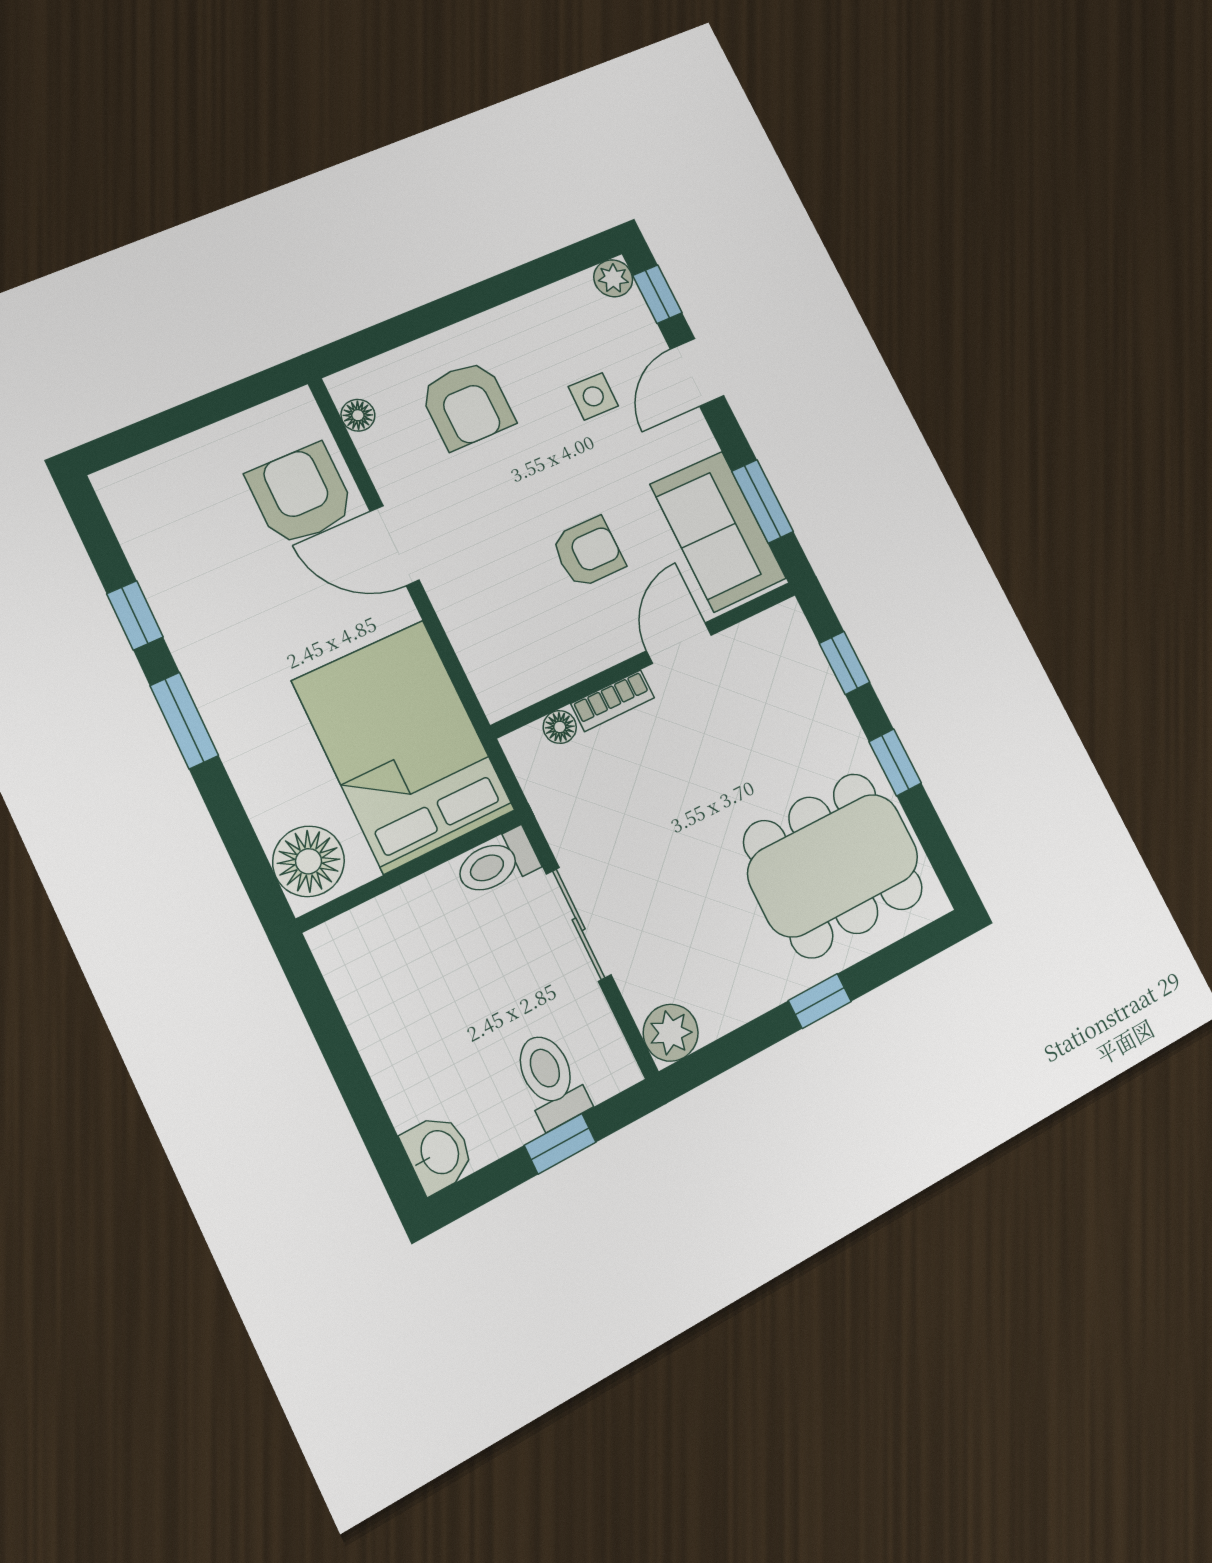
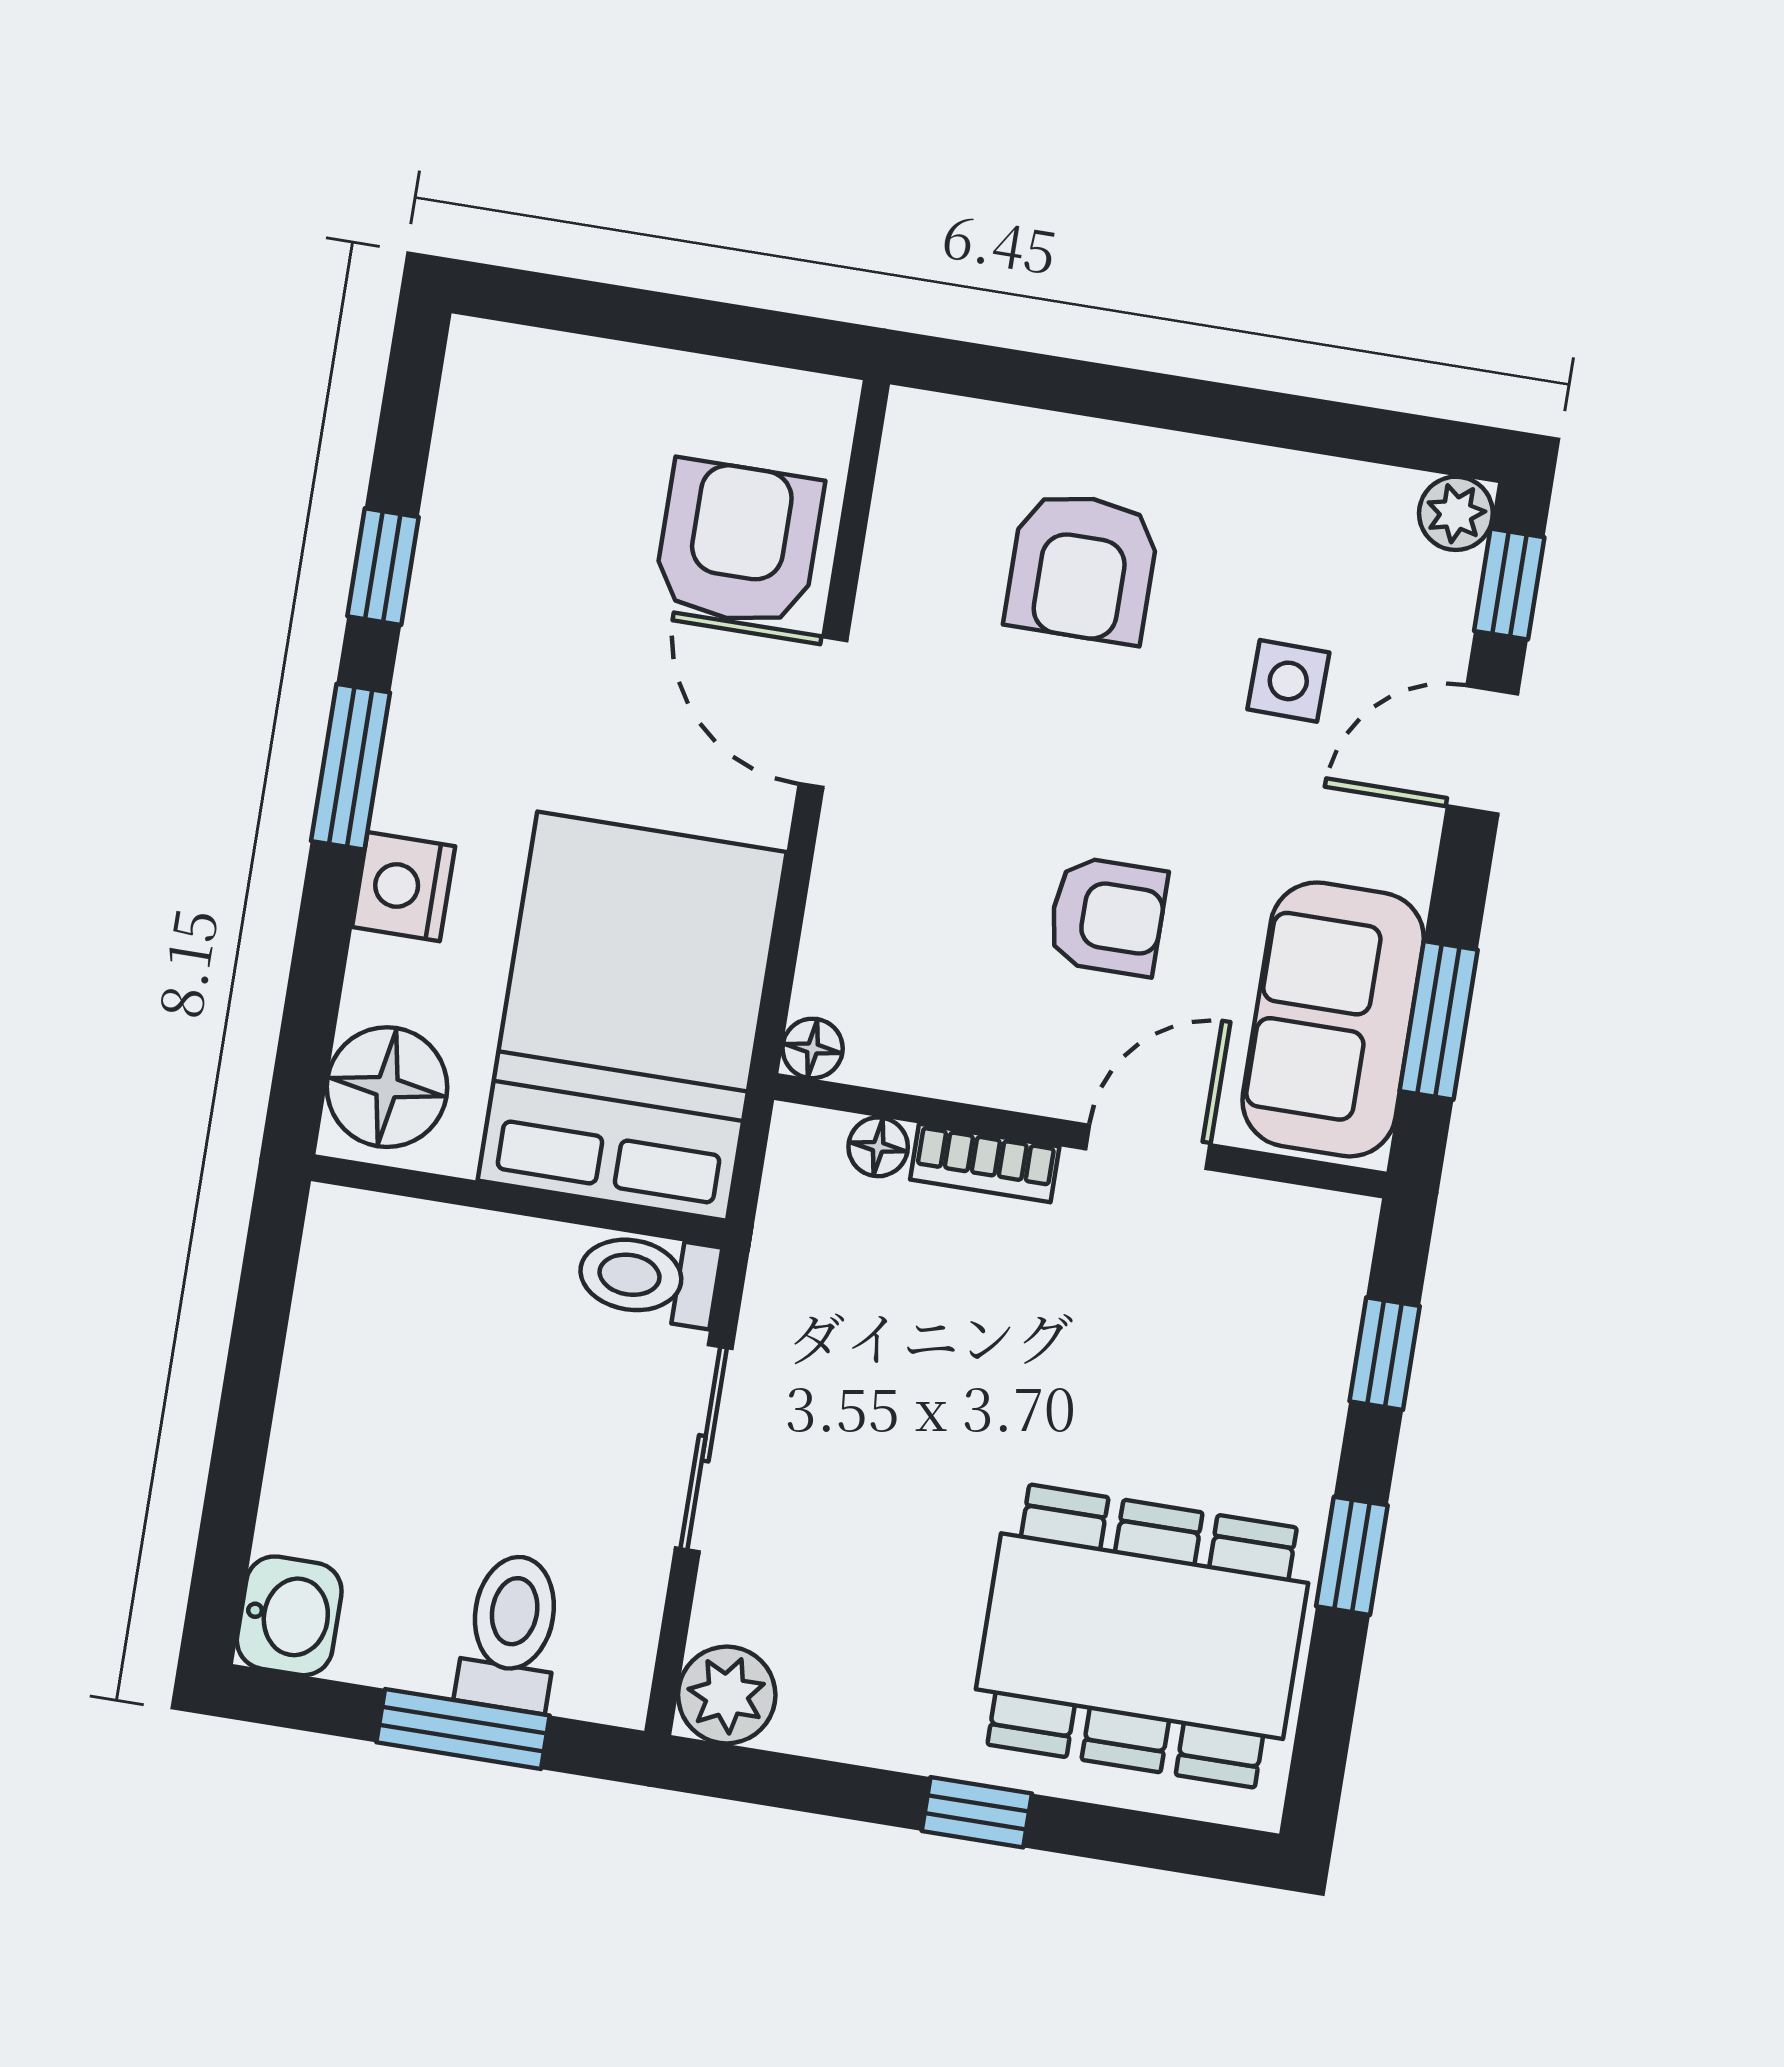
floor lamp: (358, 415) -> (813, 1048), moved
nightstand: (250, 760) -> (404, 887), added
window: (560, 1144) -> (463, 1729), width x1.50

